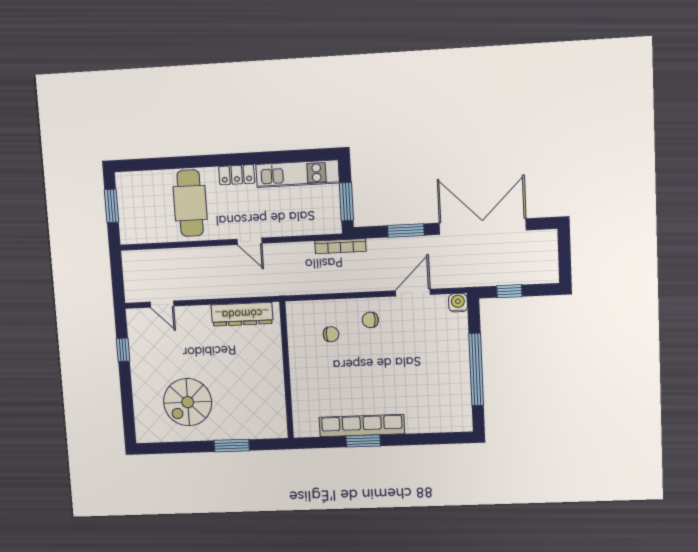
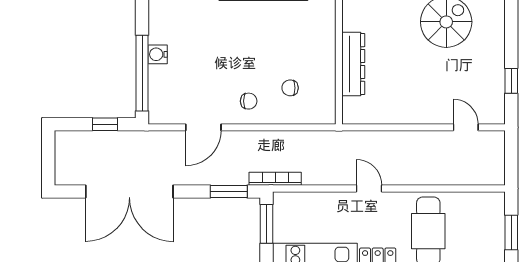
window: (406, 230) -> (229, 192), moved
water cooler: (458, 303) -> (158, 54), moved, turned 90
dresser: (242, 314) -> (353, 64), moved, turned 90
window: (476, 370) -> (142, 73), moved

